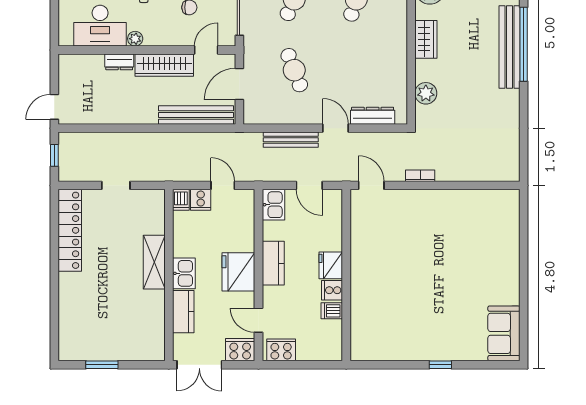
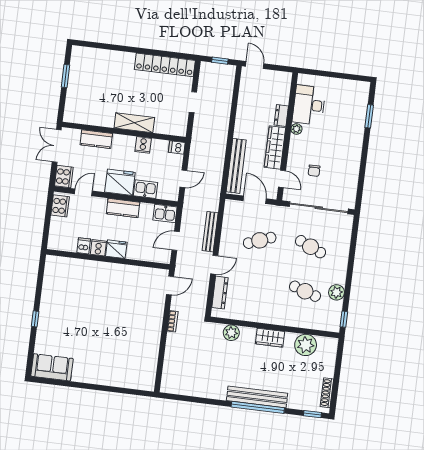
cooker: (201, 200) -> (143, 145), moved, turned -90
kitchen sink: (184, 273) -> (145, 189), moved, turned 180

